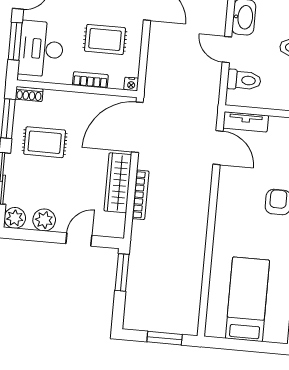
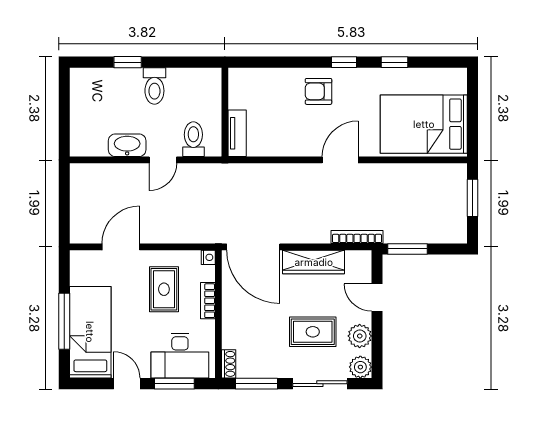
rug: (45, 142) -> (313, 332), moved, turned 90
door: (218, 148) -> (340, 160), moved
bookcase: (141, 195) -> (357, 237), moved
bed: (247, 299) -> (424, 124), width x1.50

